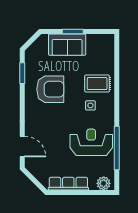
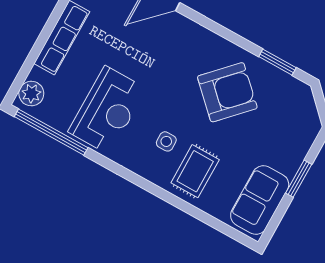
sofa: (67, 45) -> (260, 200), moved
armchair: (50, 89) -> (227, 92), turned -136
window: (117, 148) -> (51, 132), moved

